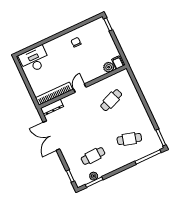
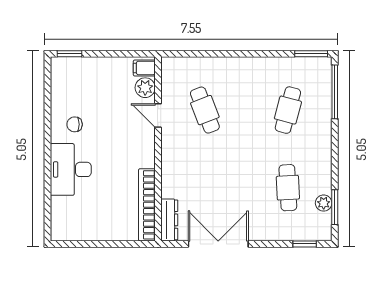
desk: (34, 59) -> (71, 169), moved
door: (80, 88) -> (158, 116), moved
double door: (51, 136) -> (218, 244), swing flipped

